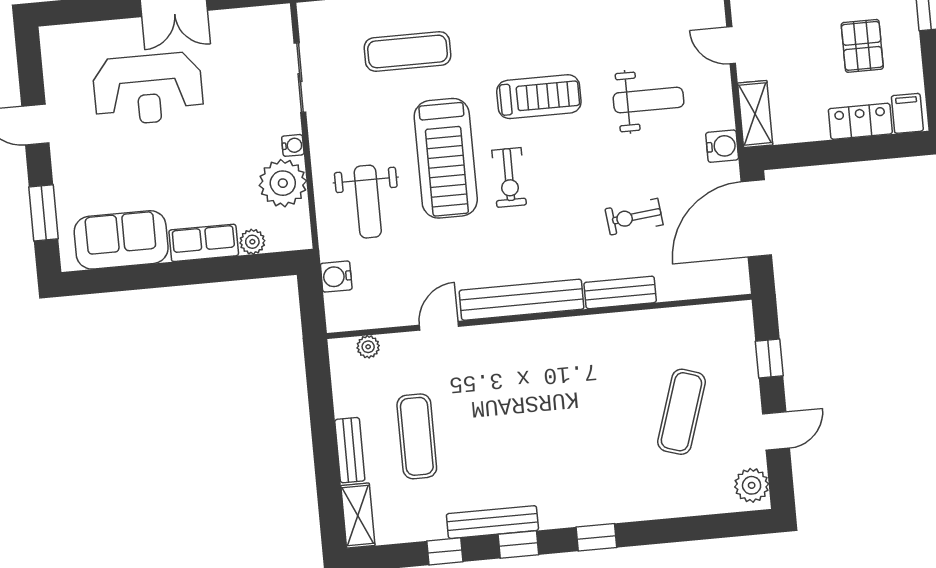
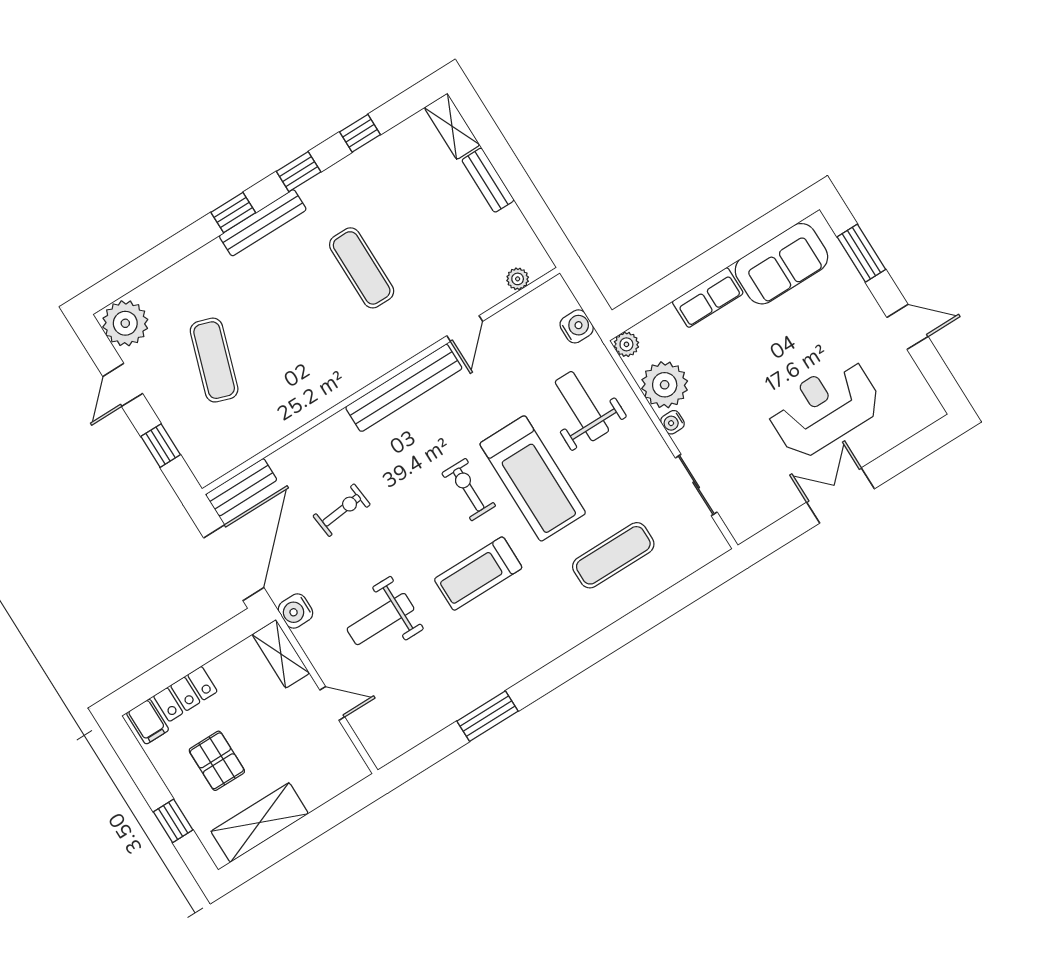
treadmill: (446, 158) -> (533, 478), turned 180
plant: (252, 242) -> (626, 344), moved
bench: (620, 292) -> (241, 487), moved
exercise mat: (417, 436) -> (362, 268), moved
plant: (752, 485) -> (125, 323), width x1.36, depth x1.36
bench: (492, 522) -> (263, 223), moved

